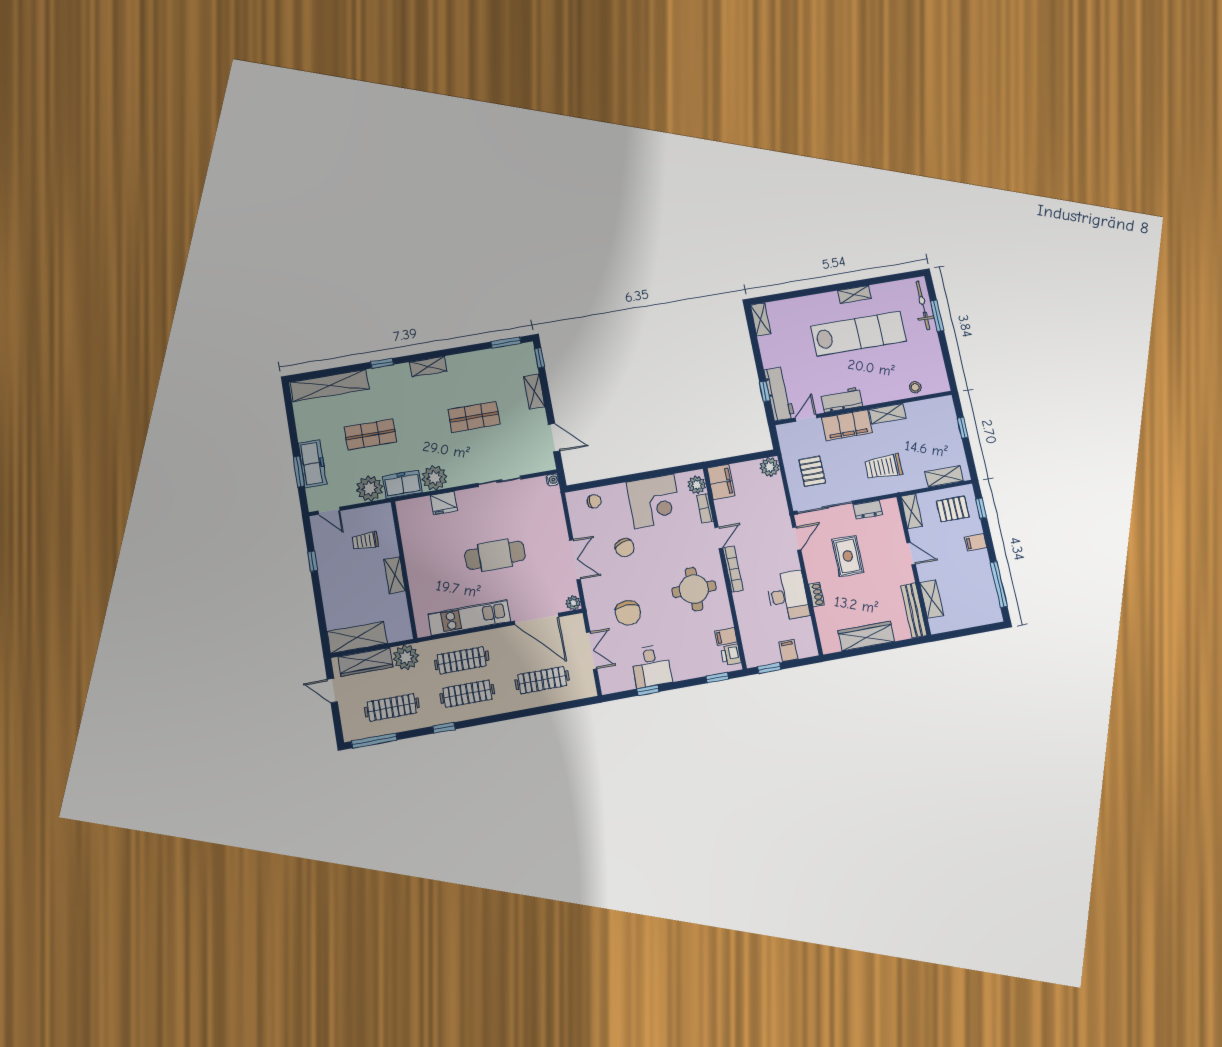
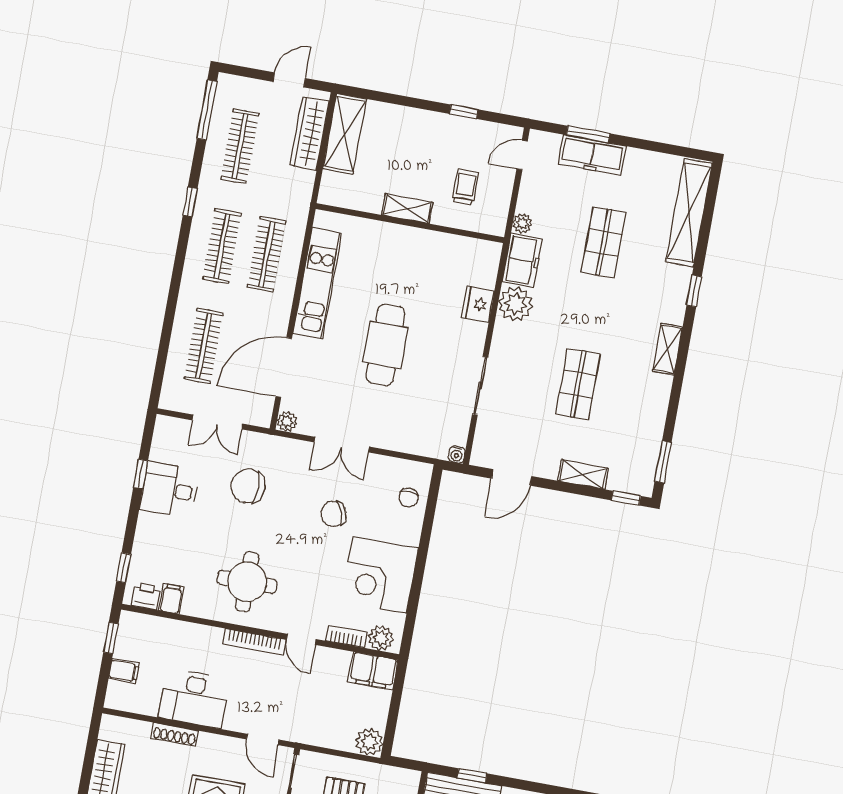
plant: (370, 488) -> (522, 223), width x0.53, depth x0.53
shoe rack: (816, 595) -> (175, 734), width x1.43
plant: (406, 657) -> (297, 186), removed

